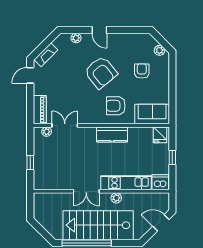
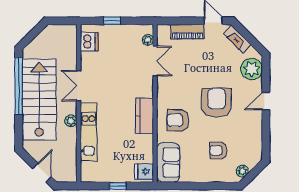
plant: (76, 38) -> (252, 69), width x1.88, depth x1.88
armchair: (142, 71) -> (218, 150), turned 180
armchair: (101, 72) -> (217, 103), turned 129
armchair: (116, 106) -> (178, 120), turned -90
piano: (40, 110) -> (187, 32), moved
dishwasher: (160, 182) -> (89, 42), moved

